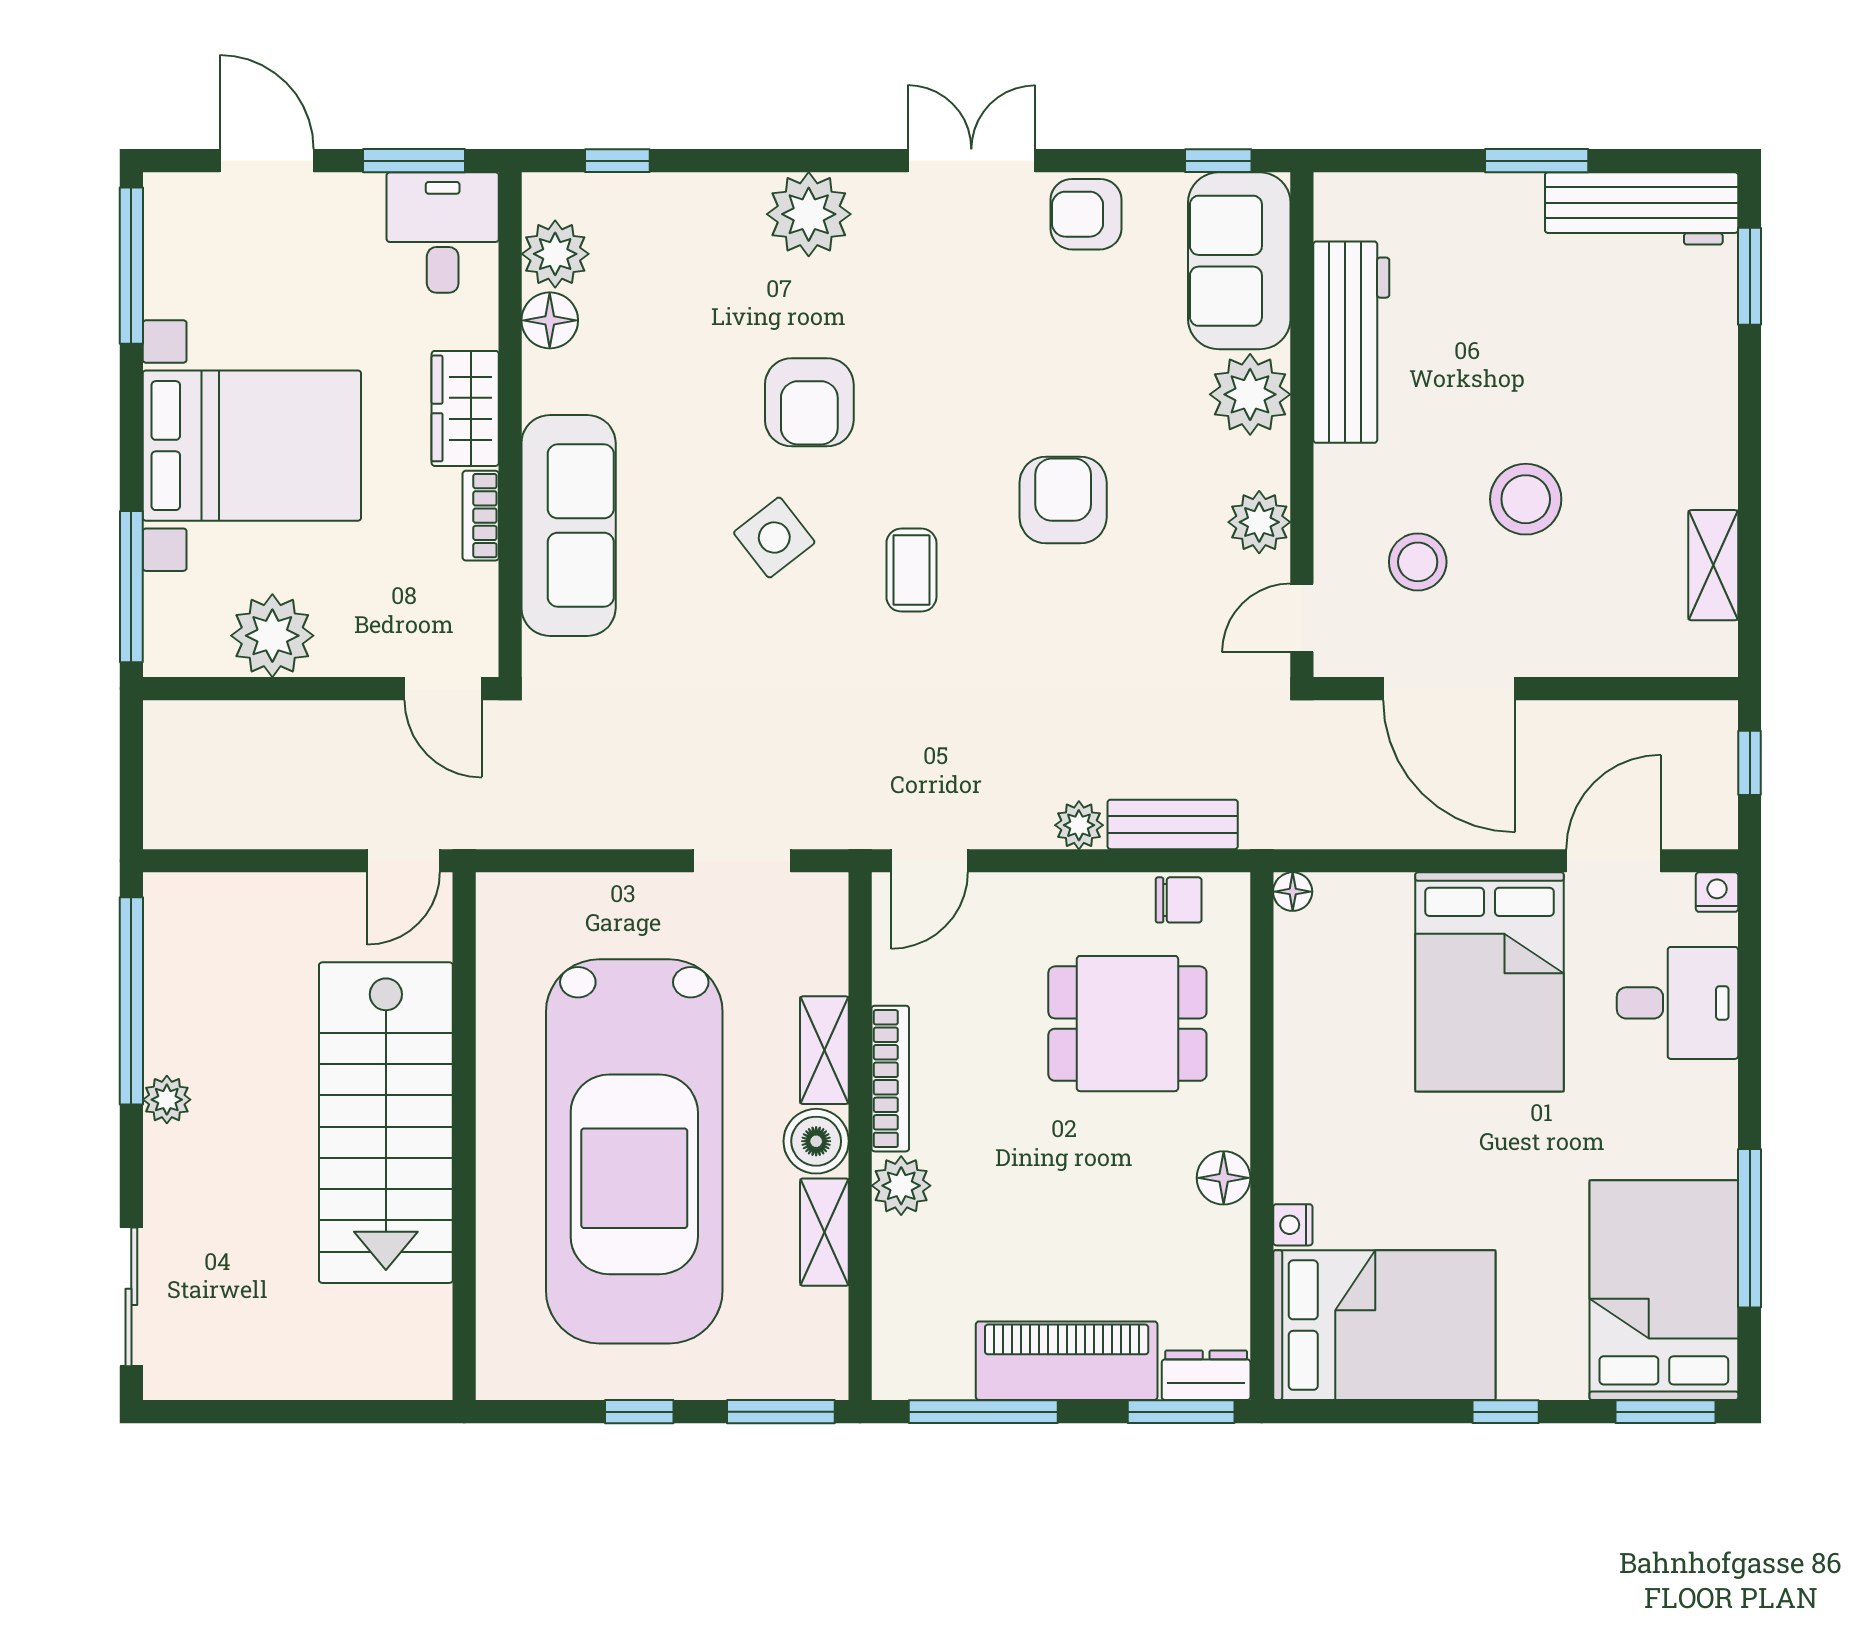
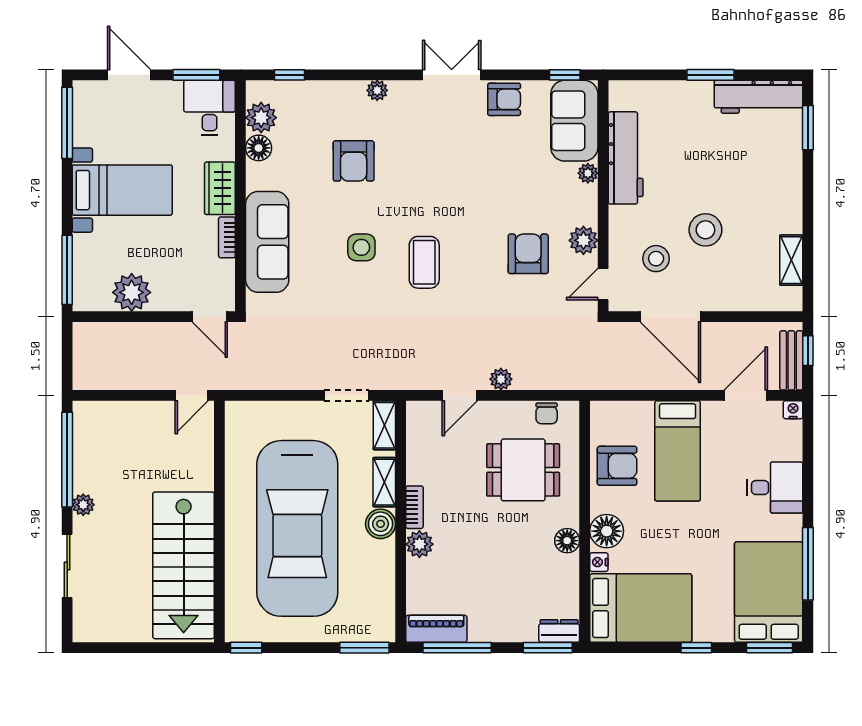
plant: (809, 214) -> (377, 90), width x0.53, depth x0.53
armchair: (1086, 214) -> (504, 99), turned 180
plant: (1250, 394) -> (588, 173), width x0.53, depth x0.53
armchair: (809, 402) -> (354, 161), moved
bed with nightstands: (252, 446) -> (122, 190), width x0.73
armchair: (1063, 500) -> (528, 254), moved
side table: (774, 537) -> (361, 247), turned 38
coffee table: (911, 570) -> (424, 262), width x1.36, depth x1.30
bench: (1173, 824) -> (791, 360), moved, turned 90
door: (929, 861) -> (460, 395), moved
floor lamp: (1293, 892) -> (607, 531), moved, width x1.89, depth x1.89
chair: (1179, 900) -> (547, 413), turned 90
bed: (1490, 982) -> (678, 451), width x0.67
desk: (1678, 1003) -> (775, 488), moved
armchair: (1333, 1015) -> (617, 466), added
bookcase: (890, 1079) -> (415, 507), width x0.64
stairs: (386, 1123) -> (184, 565), moved
shelving: (824, 1232) -> (384, 425), moved
sliding door: (131, 1297) -> (67, 566), moved
piano: (1067, 1361) -> (436, 629), moved, width x0.73, depth x0.75
window: (639, 1412) -> (246, 648), moved

